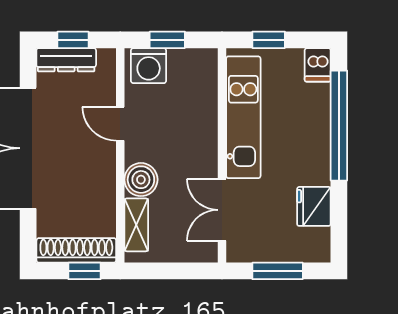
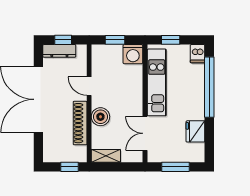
washing machine: (149, 66) -> (133, 54), moved
shelving: (136, 225) -> (106, 156), moved, turned 90
shoe rack: (76, 250) -> (80, 123), moved, turned -90

